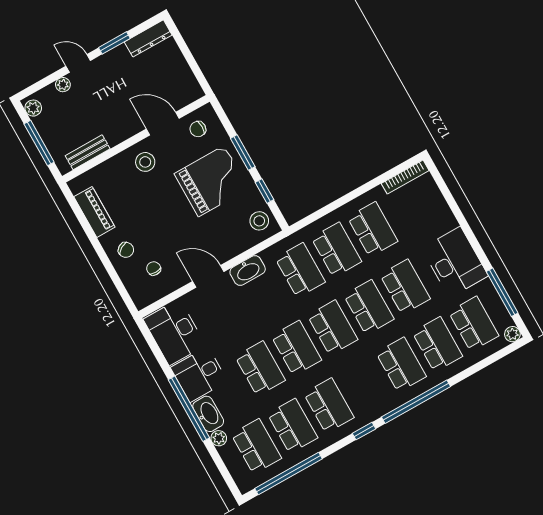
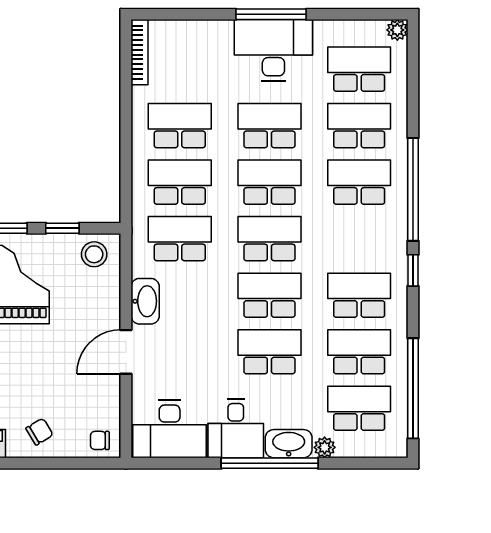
chair: (154, 268) -> (100, 440), moved
window: (502, 292) -> (271, 14), moved

